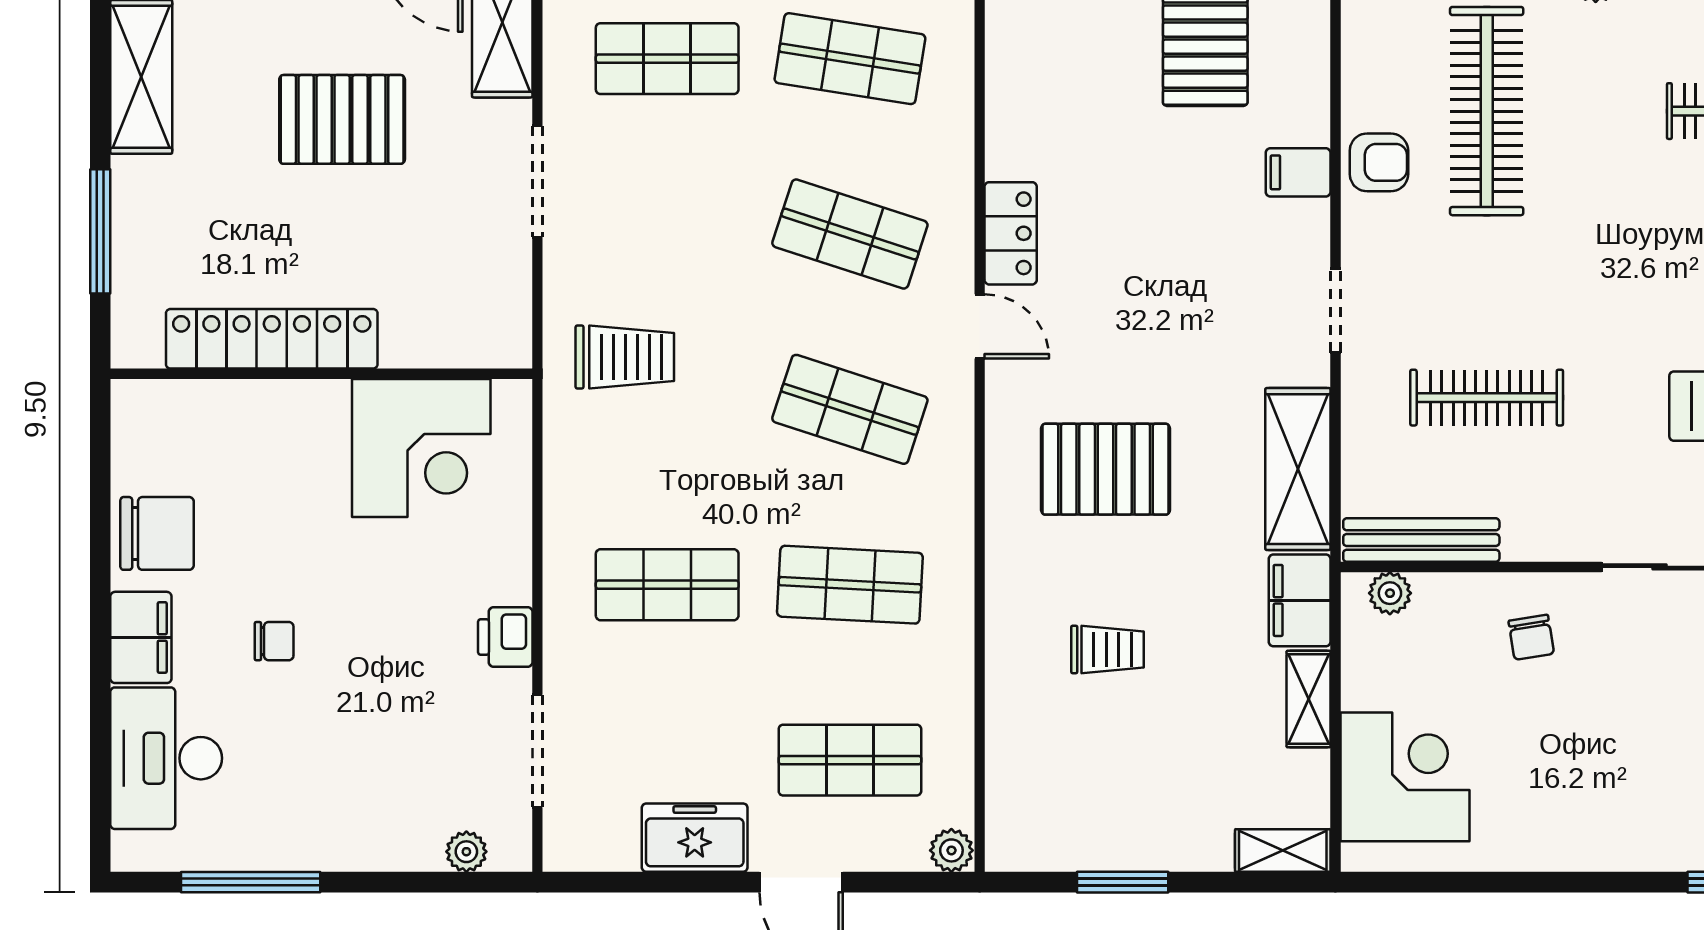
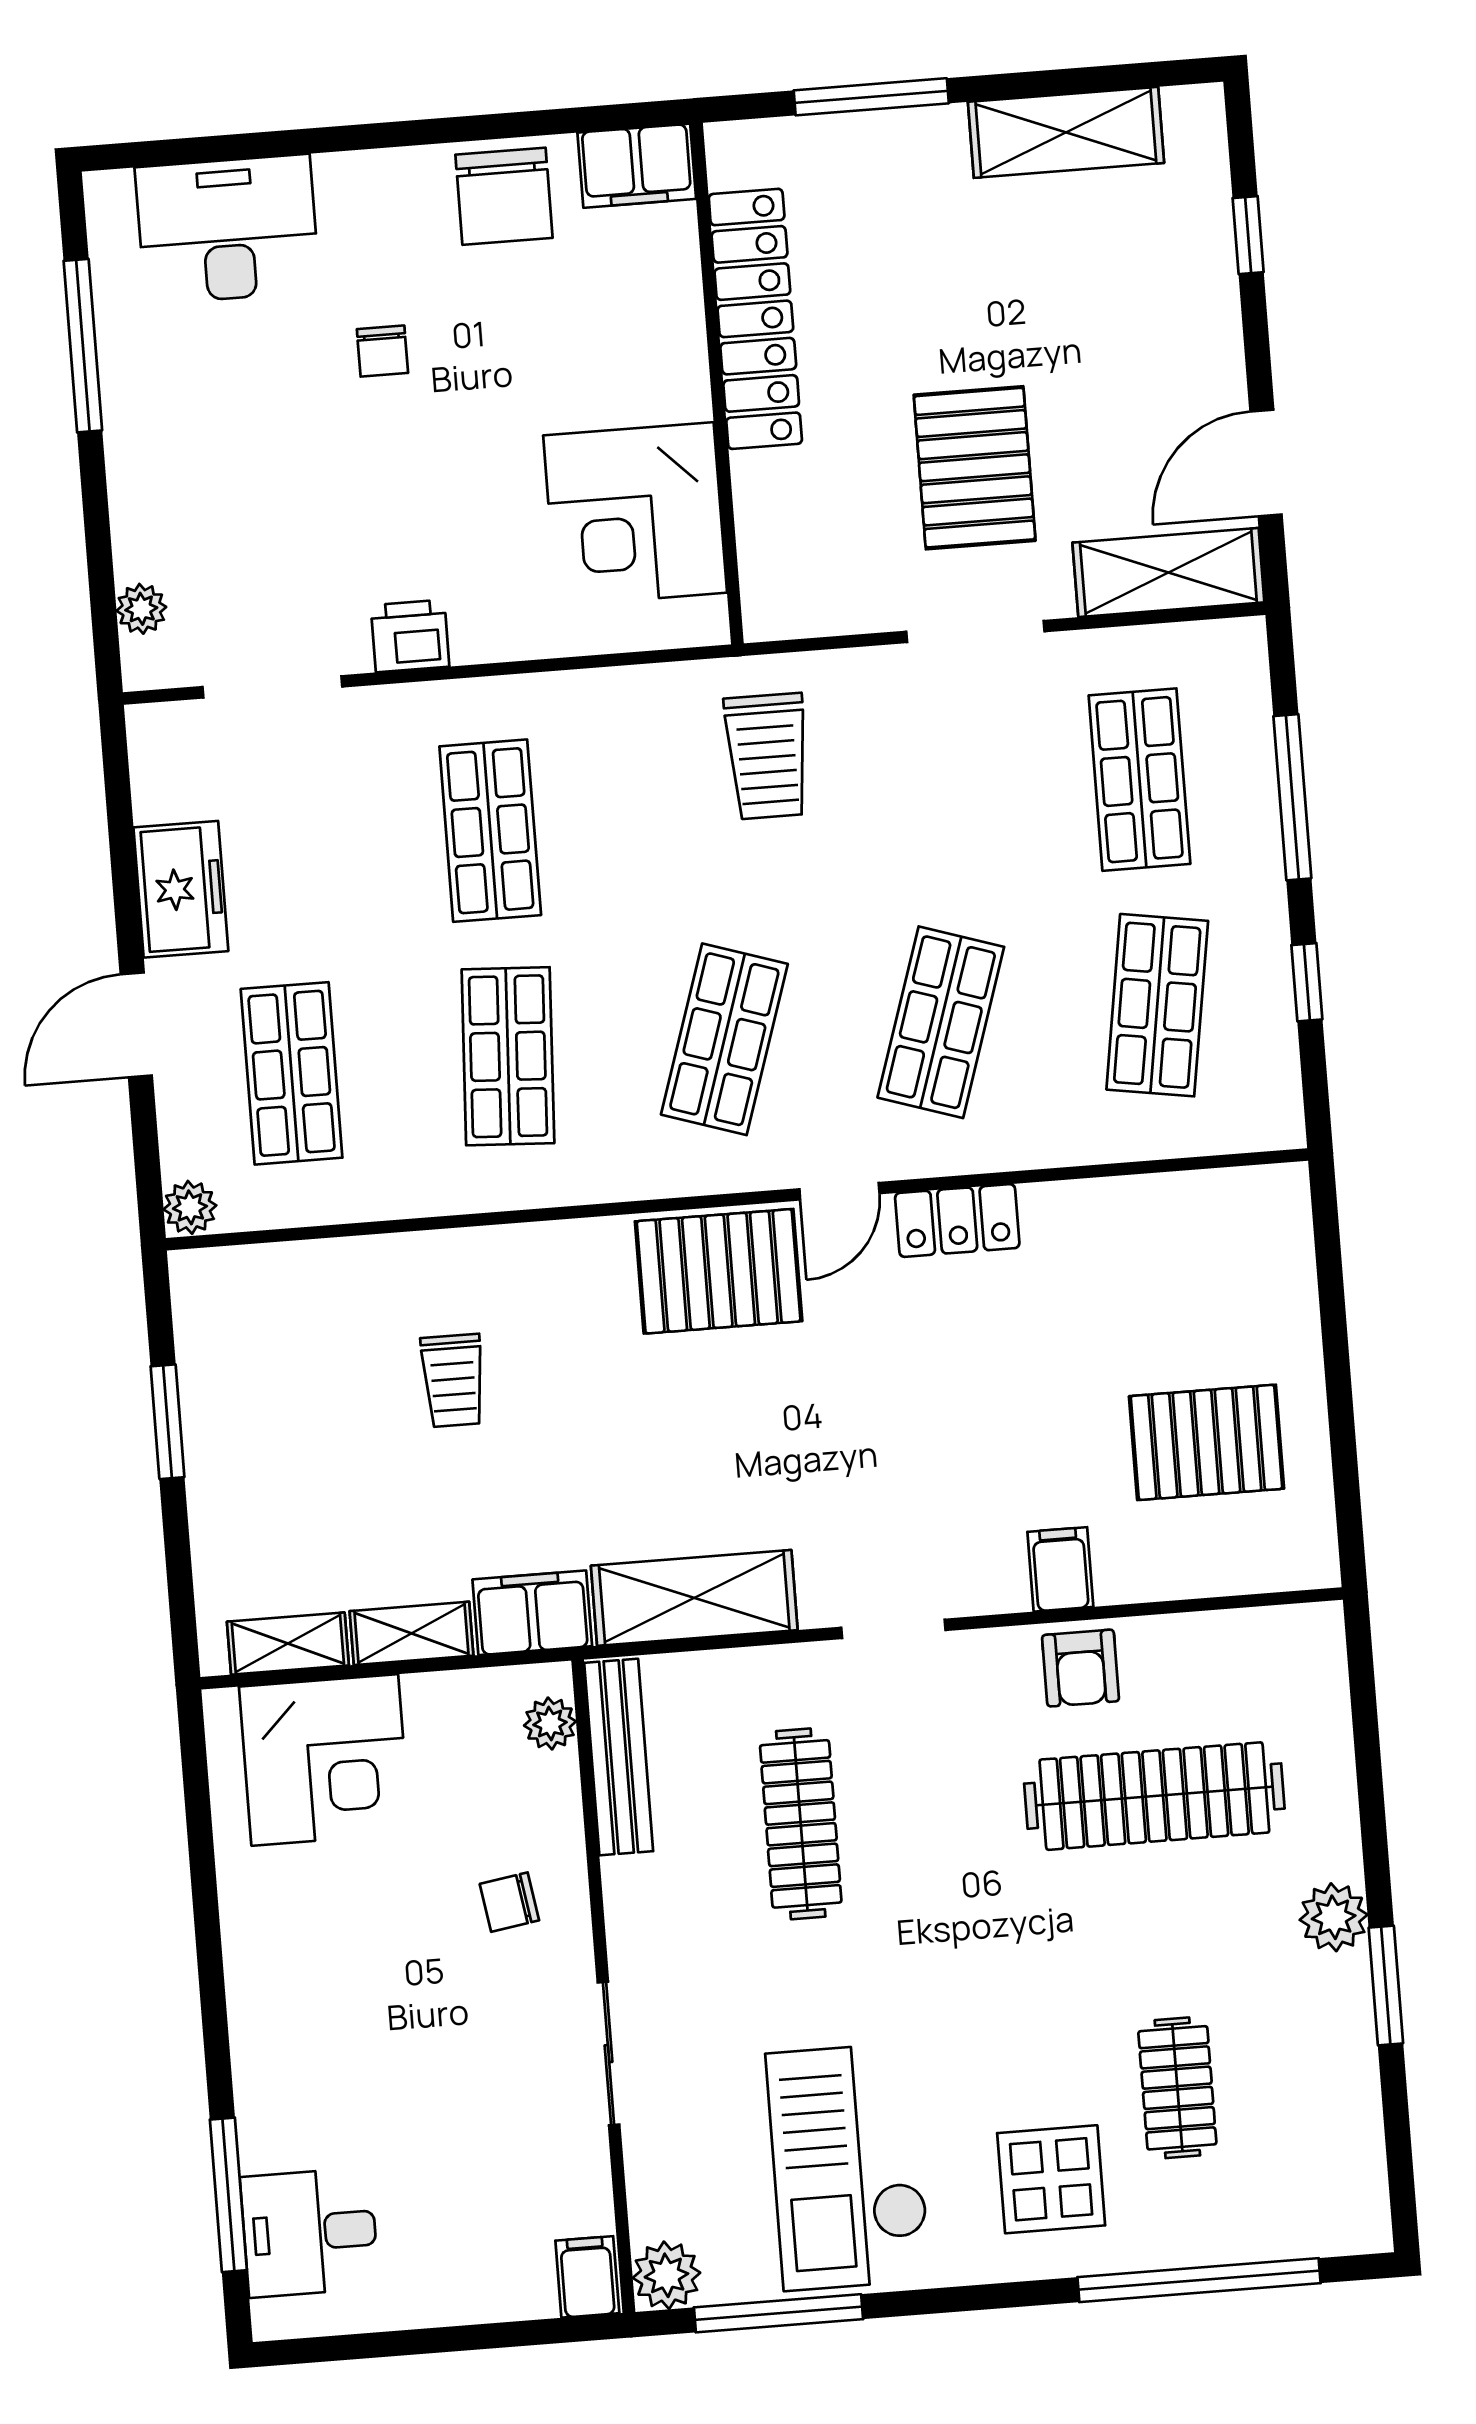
pallet: (342, 119) -> (975, 468), moved
pallet: (1106, 469) -> (719, 1271), moved, turned 90
filing cabinet: (141, 637) -> (637, 166), moved
shelving: (1283, 850) -> (288, 1644), moved, turned 90

